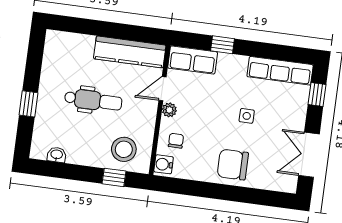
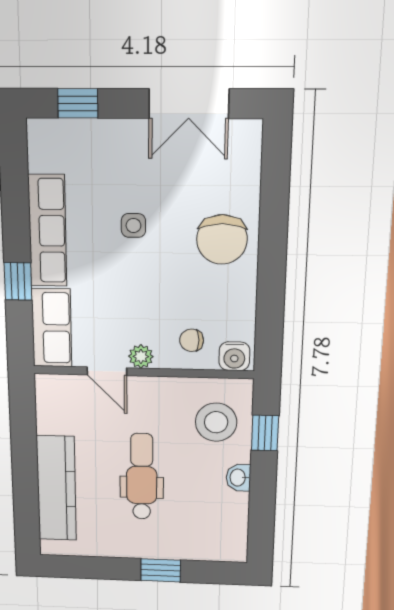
kitchen counter: (130, 52) -> (56, 489), moved
row of seats: (280, 71) -> (47, 231), moved
washbasin: (57, 155) -> (238, 478), moved

